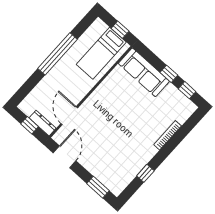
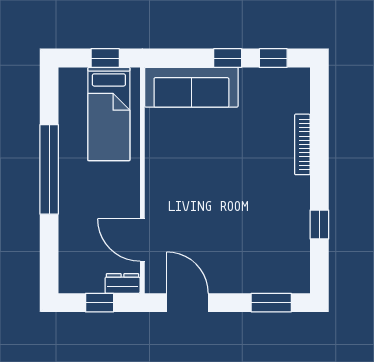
dresser: (43, 123) -> (123, 283), width x0.70

